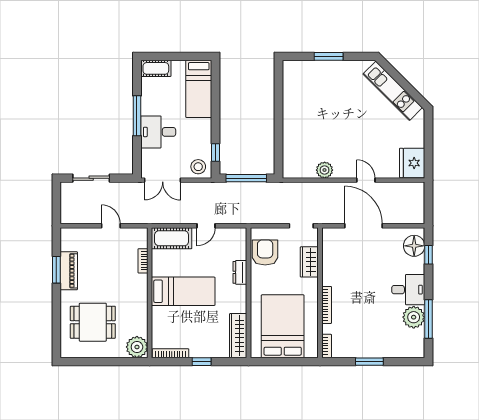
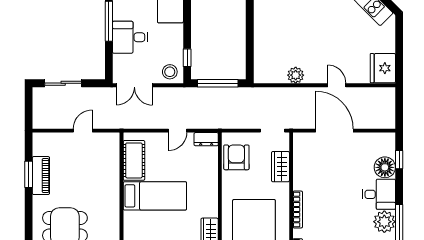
door: (111, 226) -> (83, 131), hinge flipped
cot: (172, 238) -> (134, 160), moved, turned 90
floor lamp: (414, 246) -> (385, 167), moved
bookcase: (143, 261) -> (115, 166), removed
dresser: (240, 272) -> (206, 139), moved, turned -90

